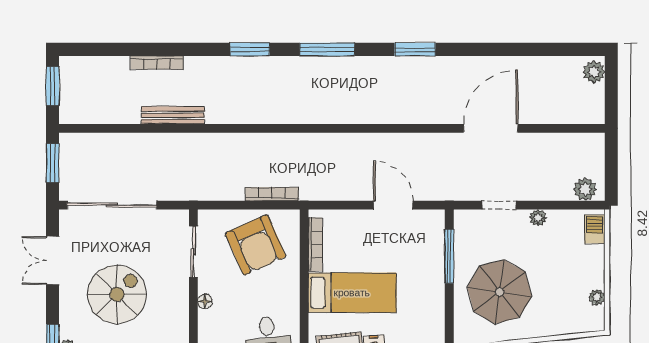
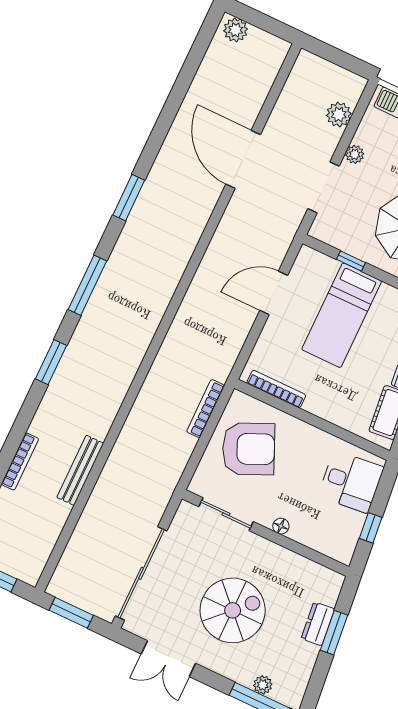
plant: (585, 189) -> (339, 114), moved
doorway: (499, 205) -> (324, 187), width x1.38
window: (449, 256) -> (351, 261), width x0.46
bed: (352, 293) -> (342, 315), moved, turned 180
spiral stairs: (117, 294) -> (233, 610), turned 90

